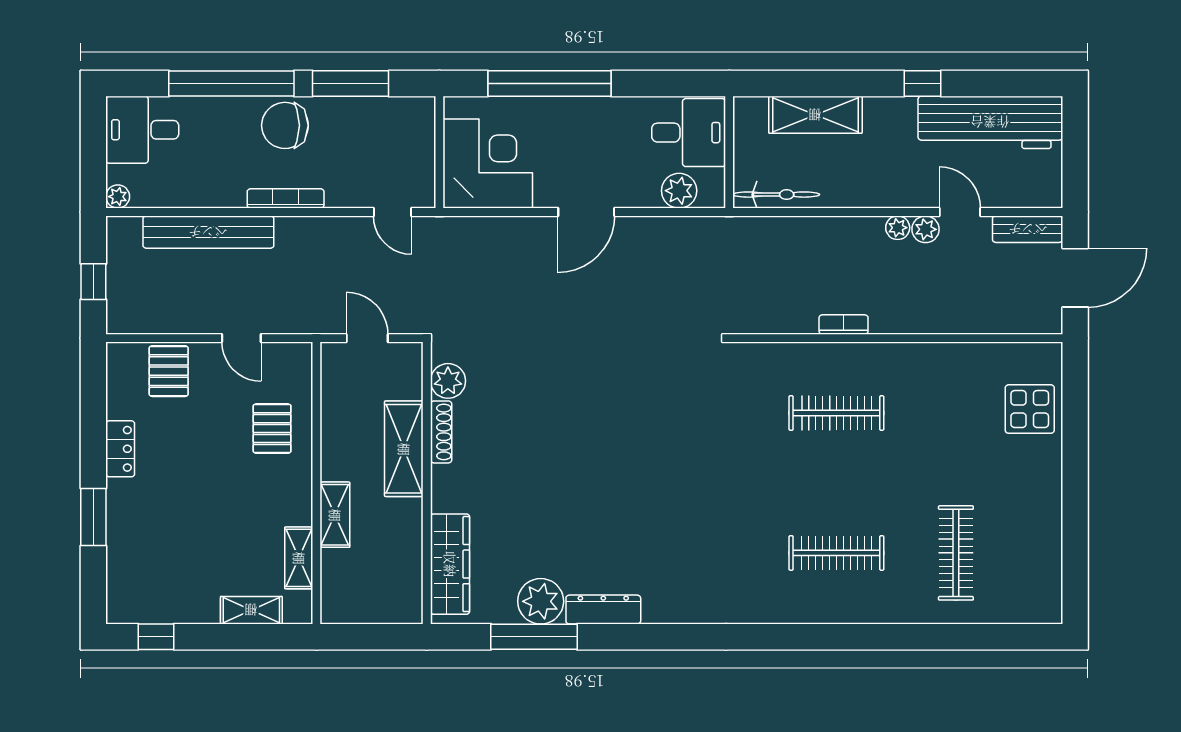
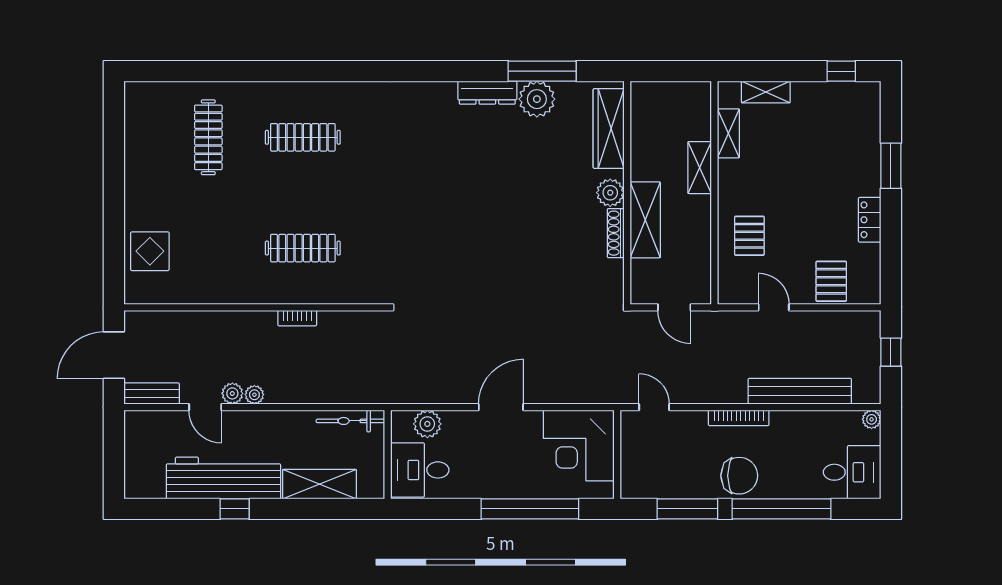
workbench: (990, 122) -> (223, 478), moved
plant: (448, 381) -> (610, 193), moved

